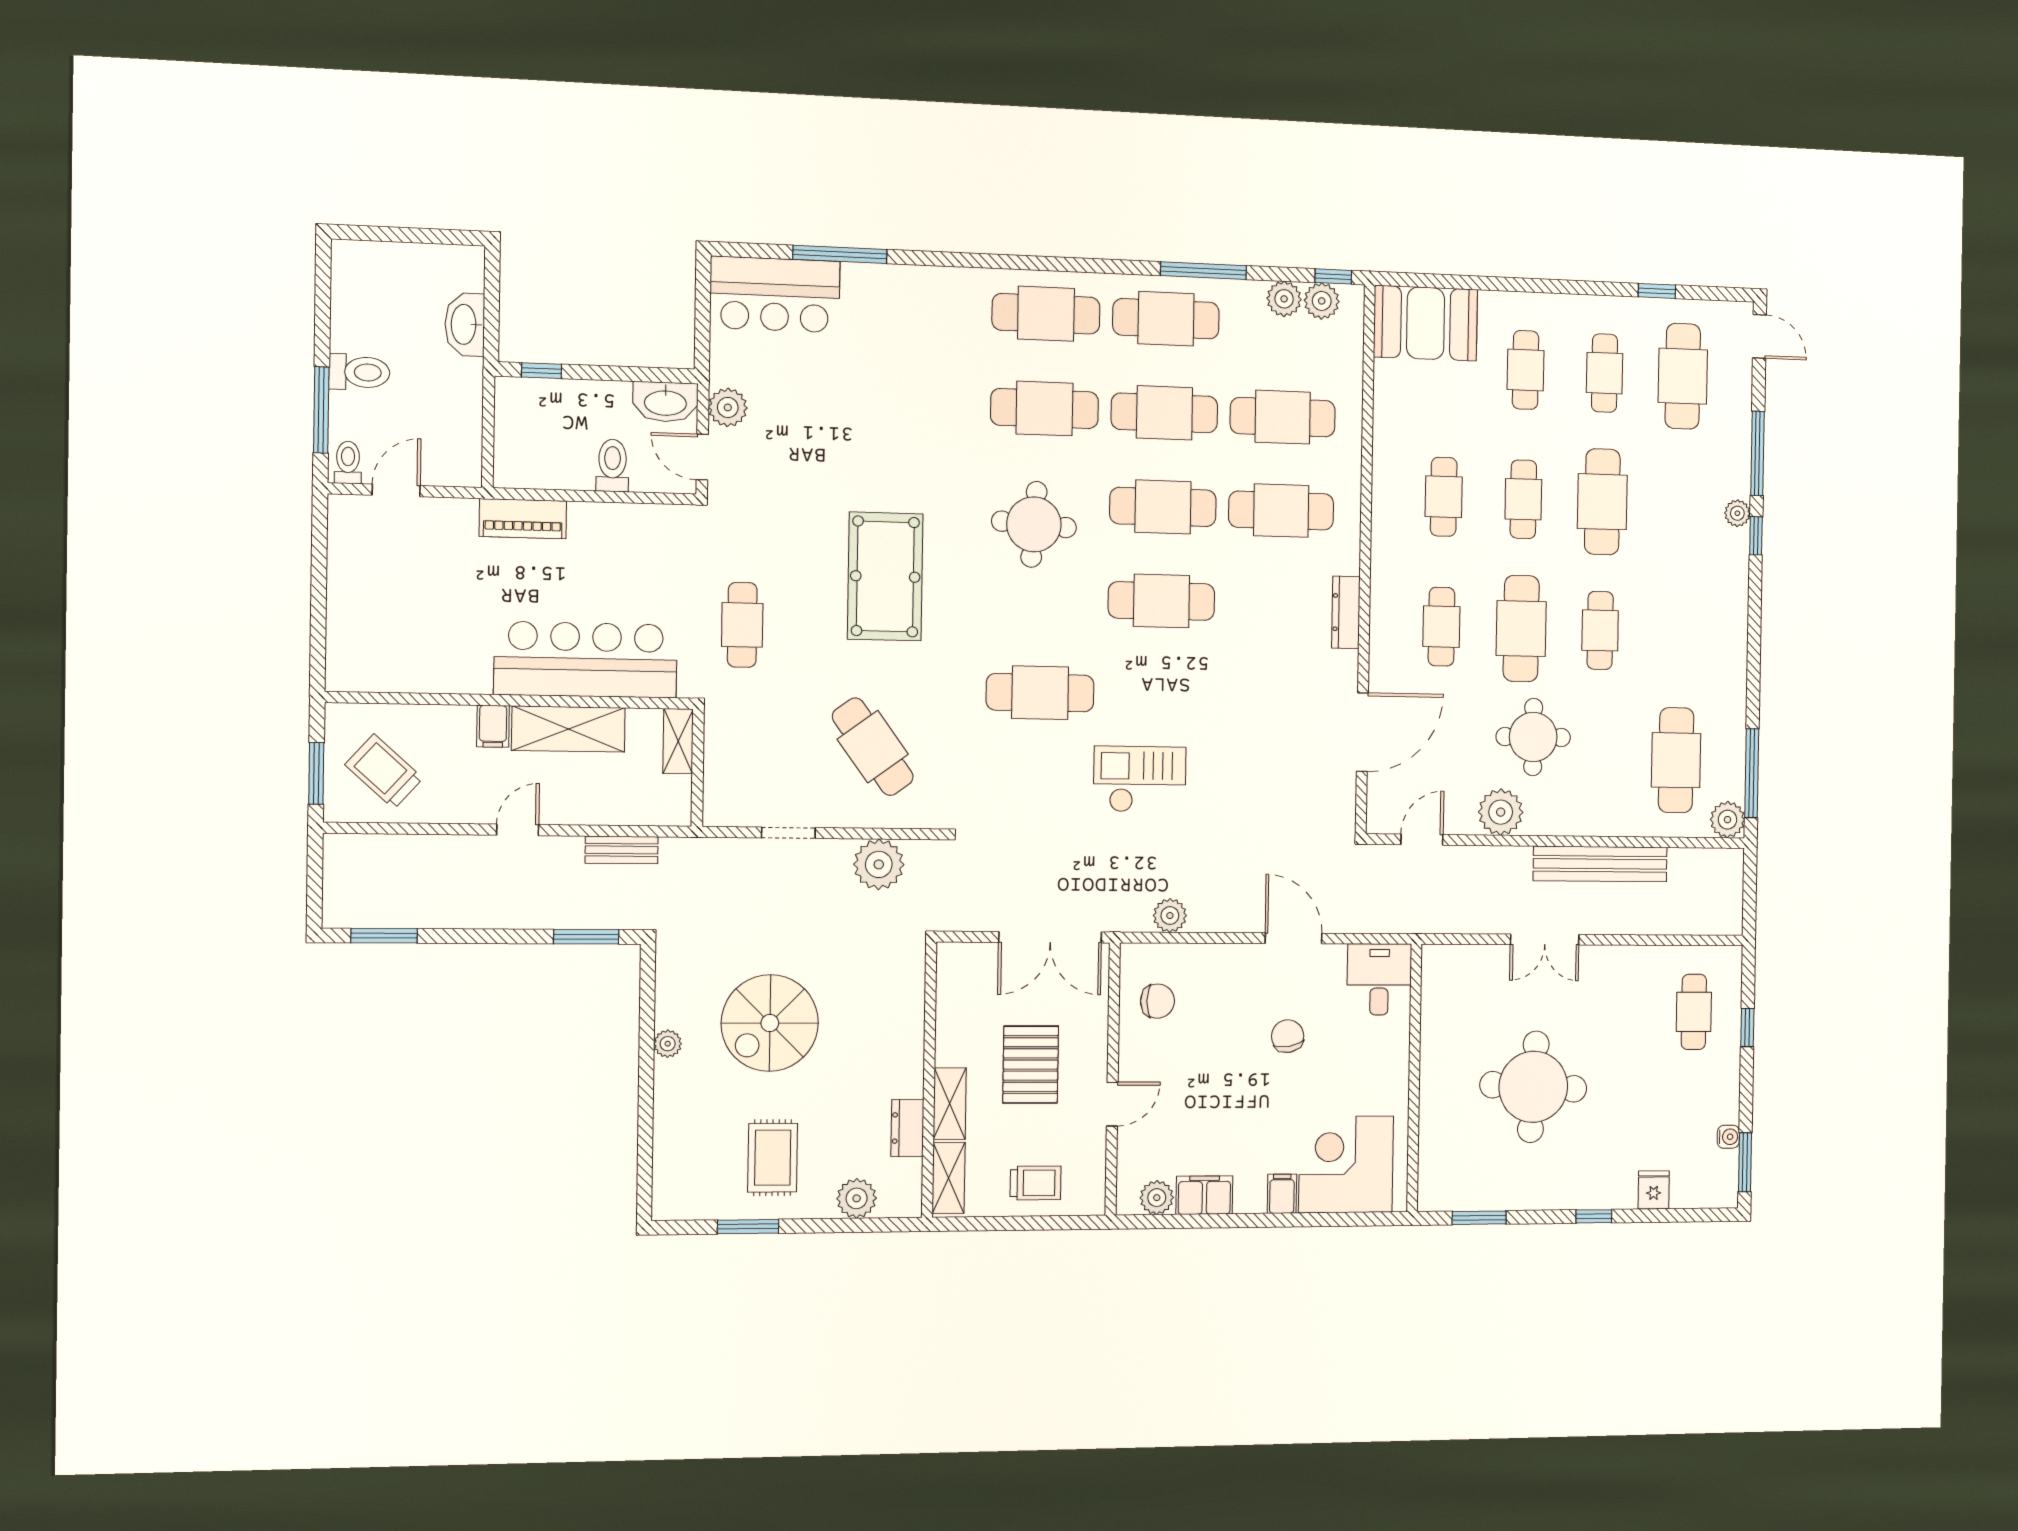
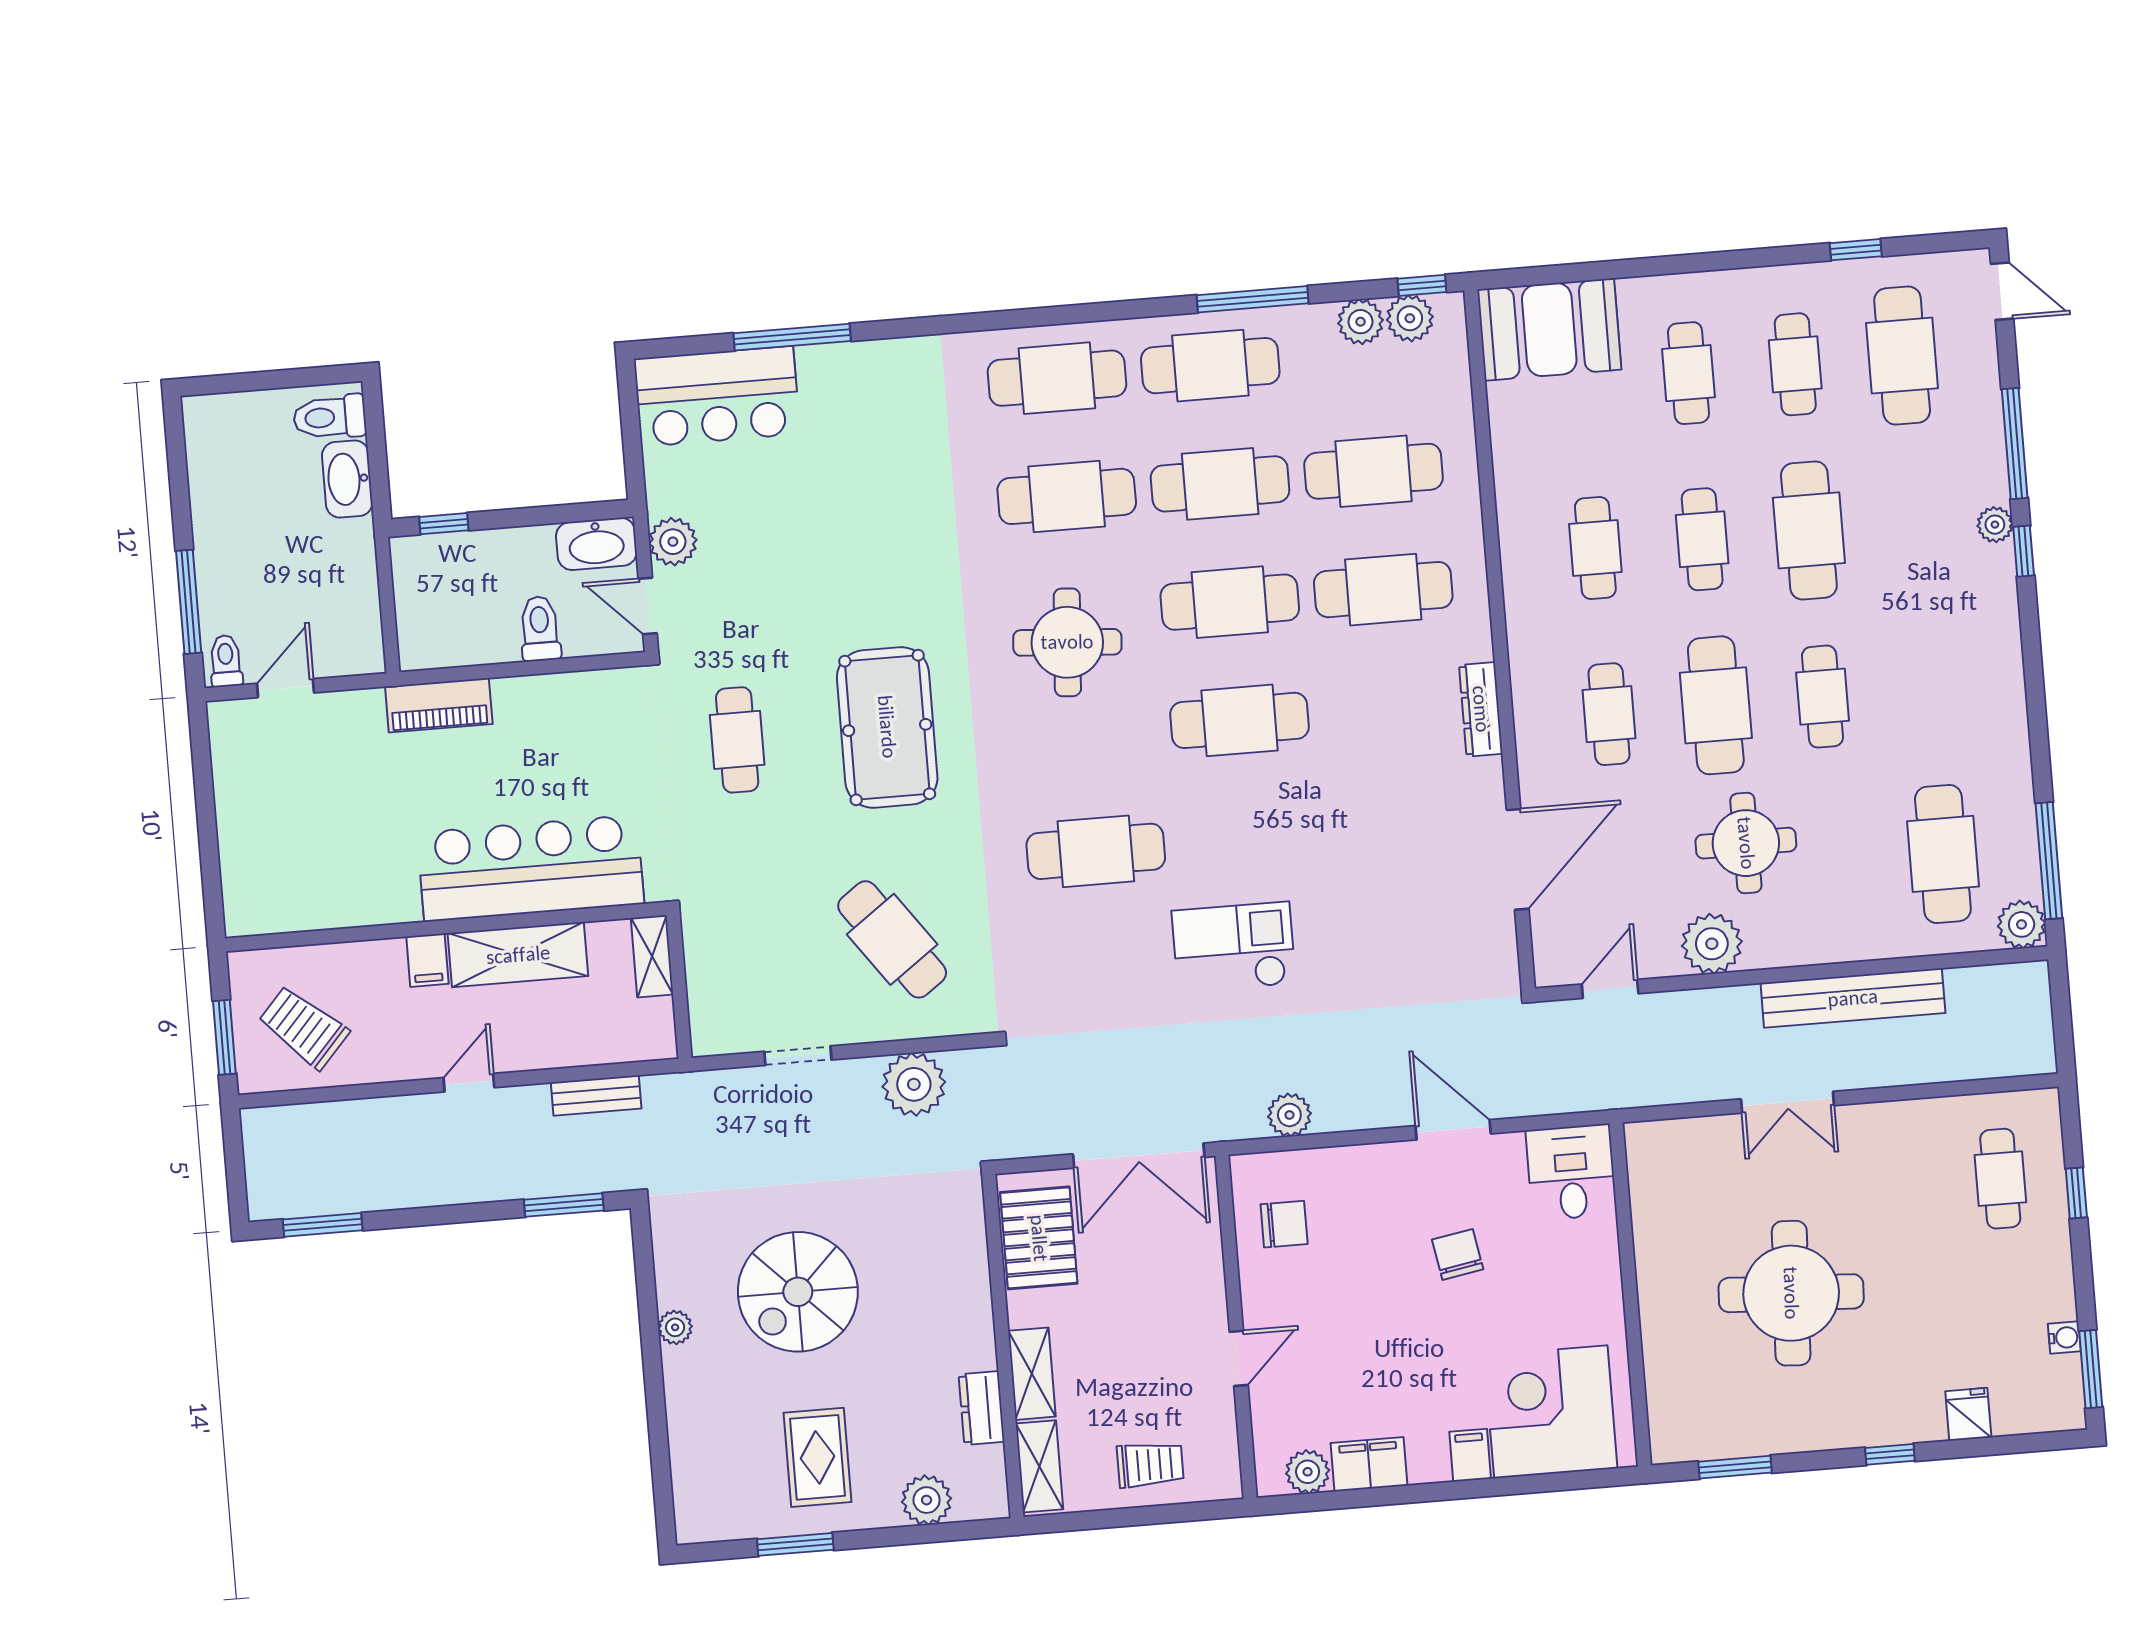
toilet: (359, 372) -> (330, 417), moved, turned 180
cafe table: (742, 625) -> (737, 740), moved
pallet: (1031, 1065) -> (1039, 1238), moved

